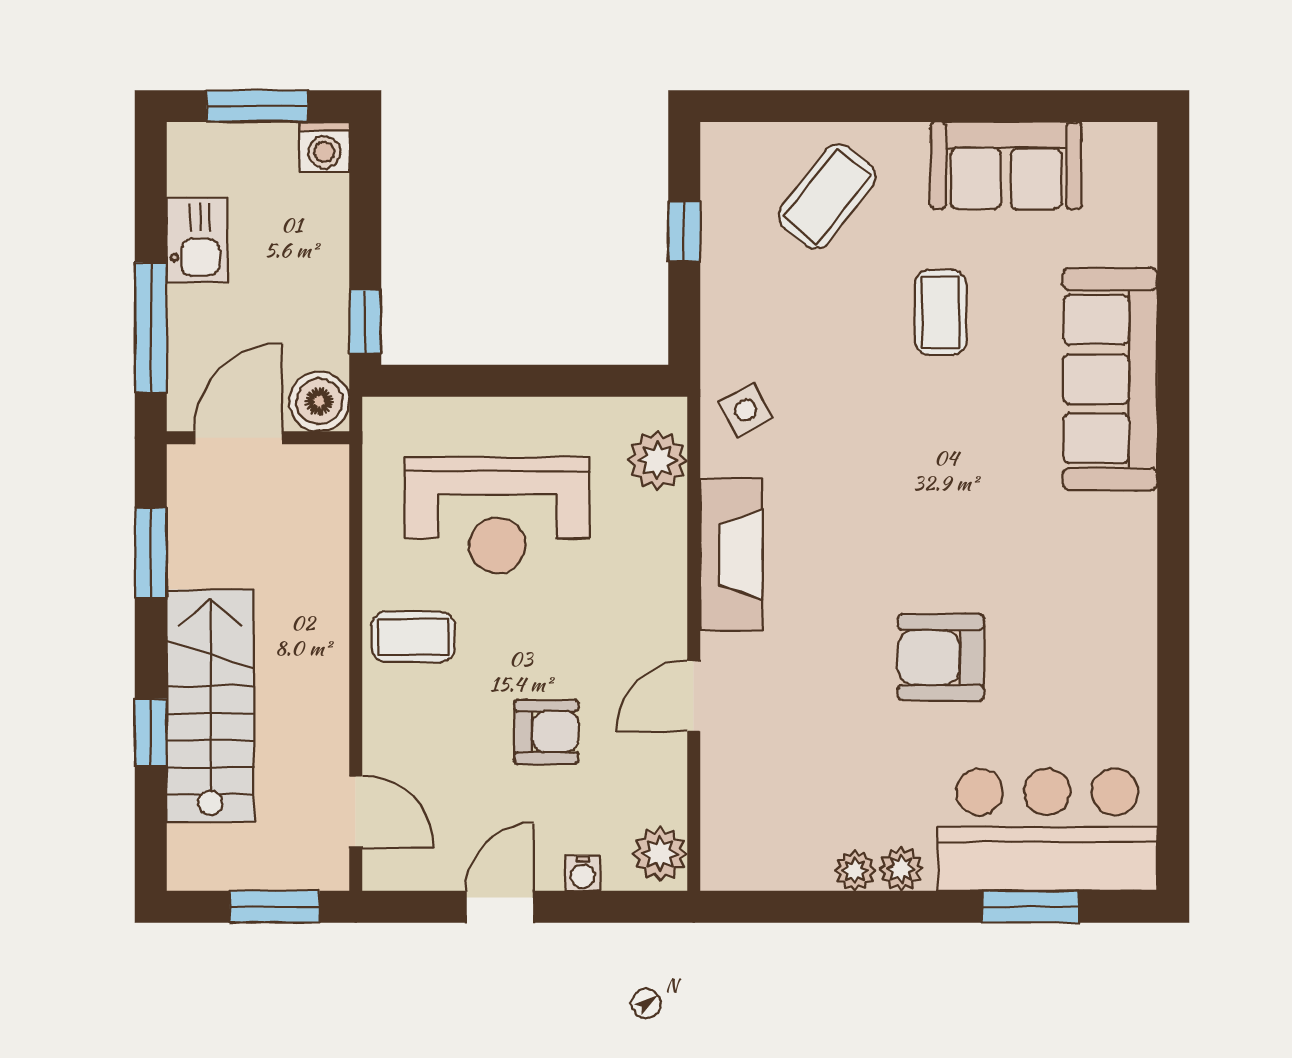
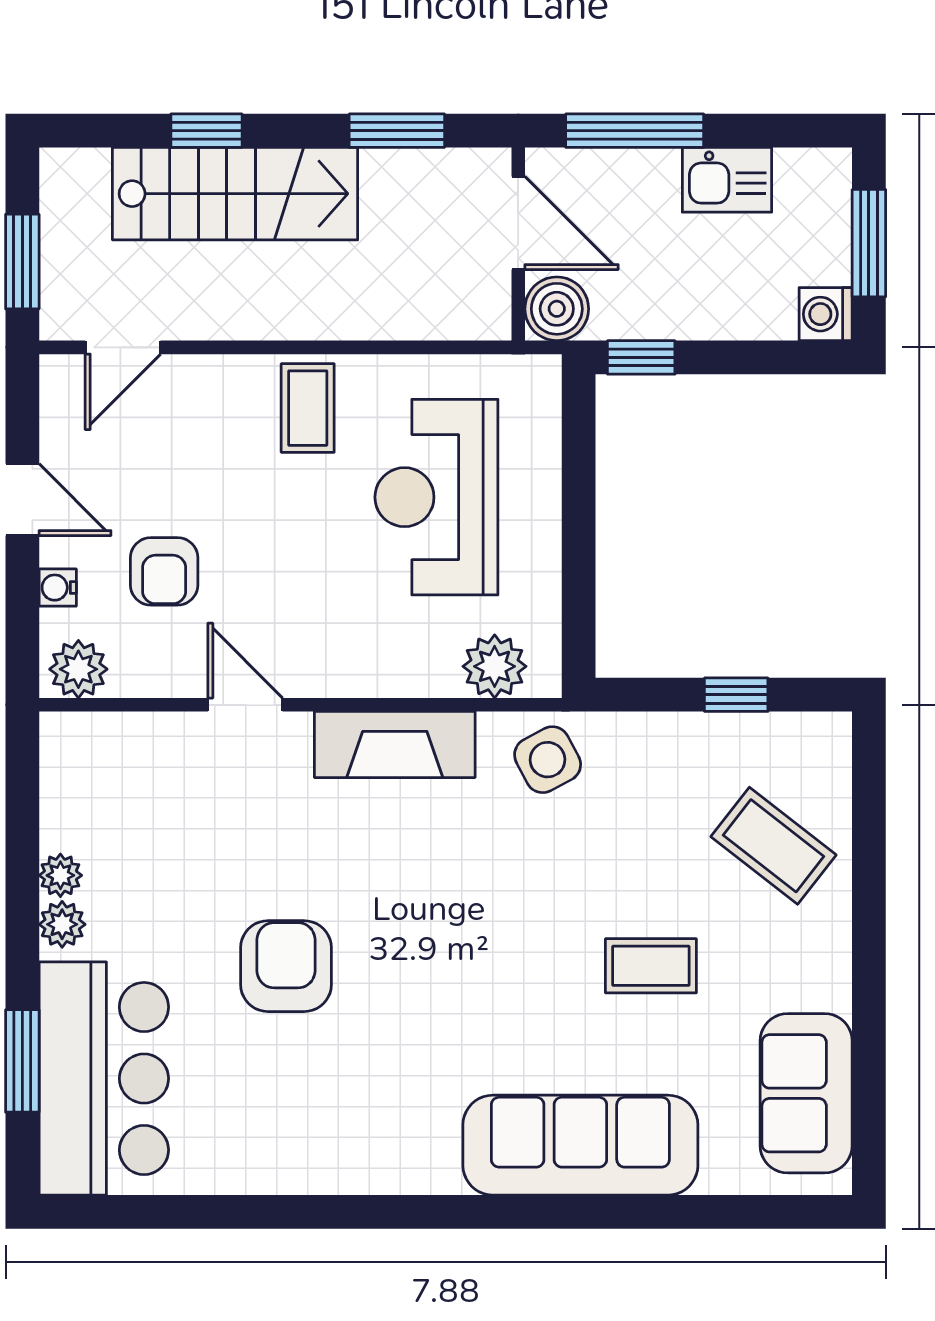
sofa: (1006, 166) -> (806, 1093), moved
side table: (746, 410) -> (548, 760), width x1.37, depth x1.37
armchair: (546, 732) -> (164, 571), moved

